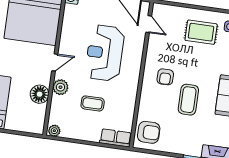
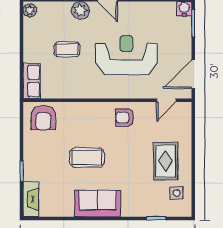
armchair: (165, 77) -> (125, 118), moved
coffee table: (93, 103) -> (67, 49), turned 90

